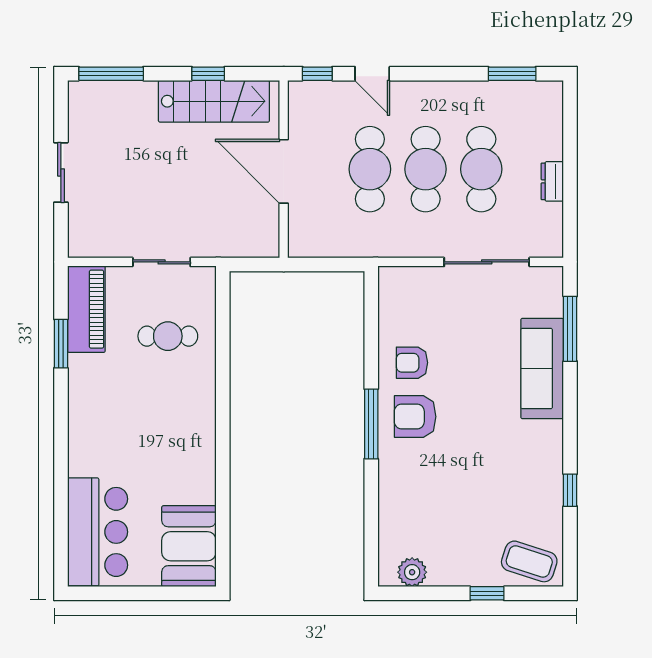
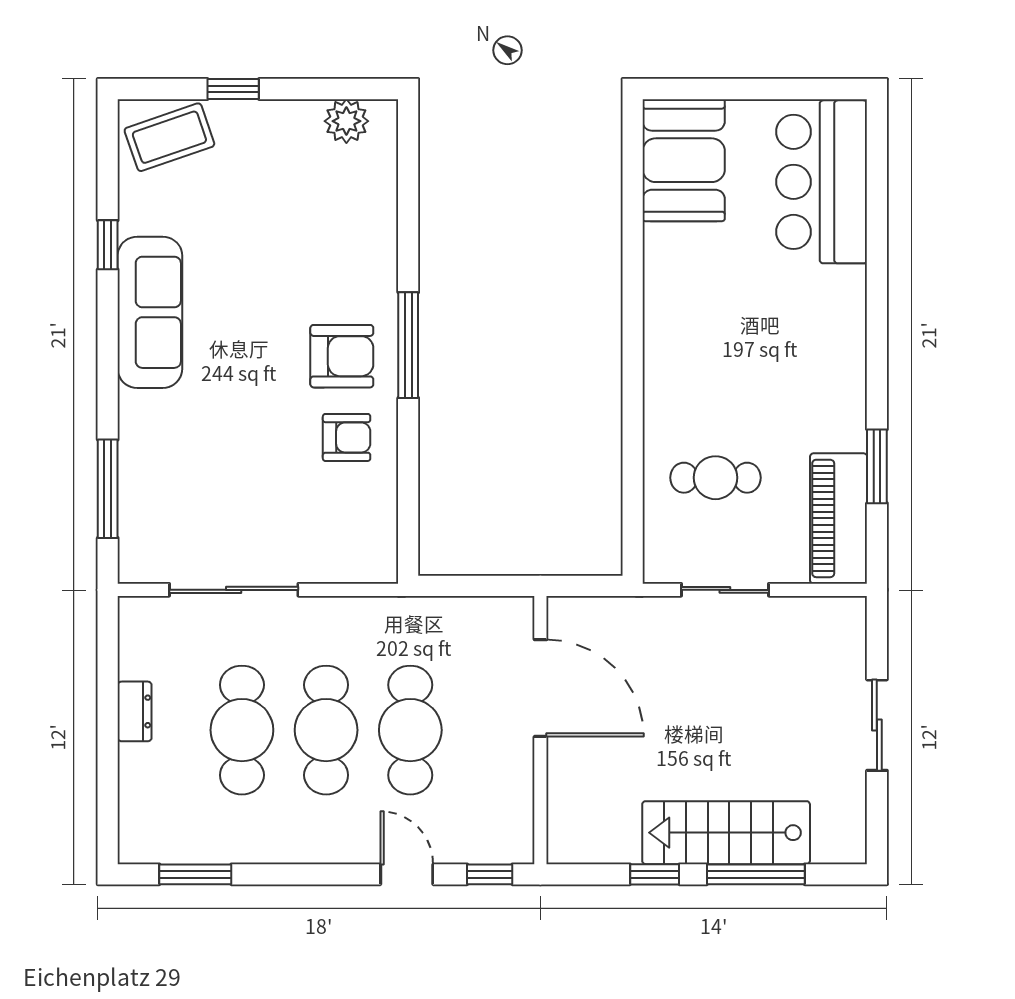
window: (111, 74) -> (756, 874), moved
stairs: (214, 101) -> (726, 833), moved
door: (284, 171) -> (540, 688), moved
sofa: (542, 369) -> (150, 312), moved
coffee table: (529, 561) -> (169, 137), turned -37

